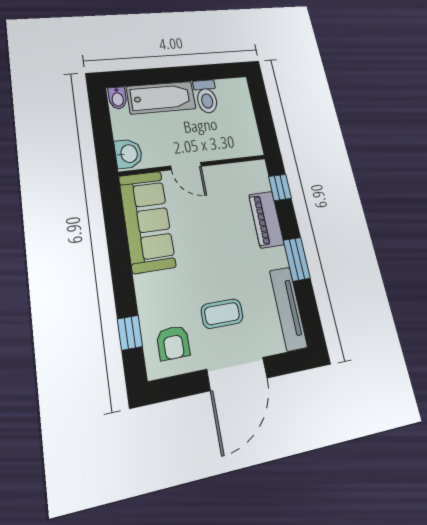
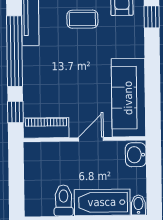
door: (186, 166) -> (91, 139), hinge flipped
piano: (266, 219) -> (46, 128), moved, turned -90
window: (297, 259) -> (15, 51), width x2.11

